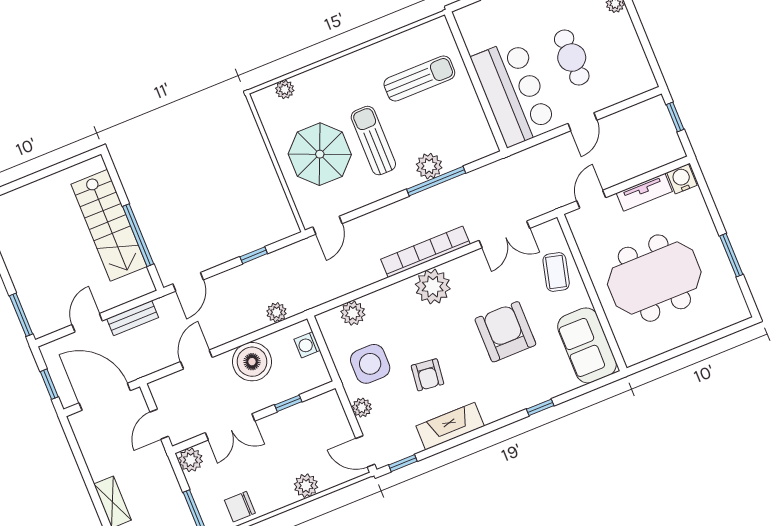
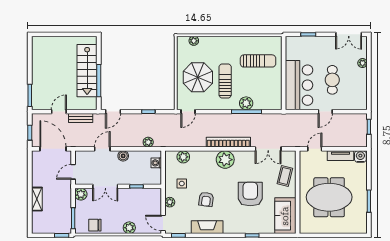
boiler: (252, 362) -> (123, 156), width x0.54, depth x0.54
side table: (370, 364) -> (182, 184), width x0.54, depth x0.54

